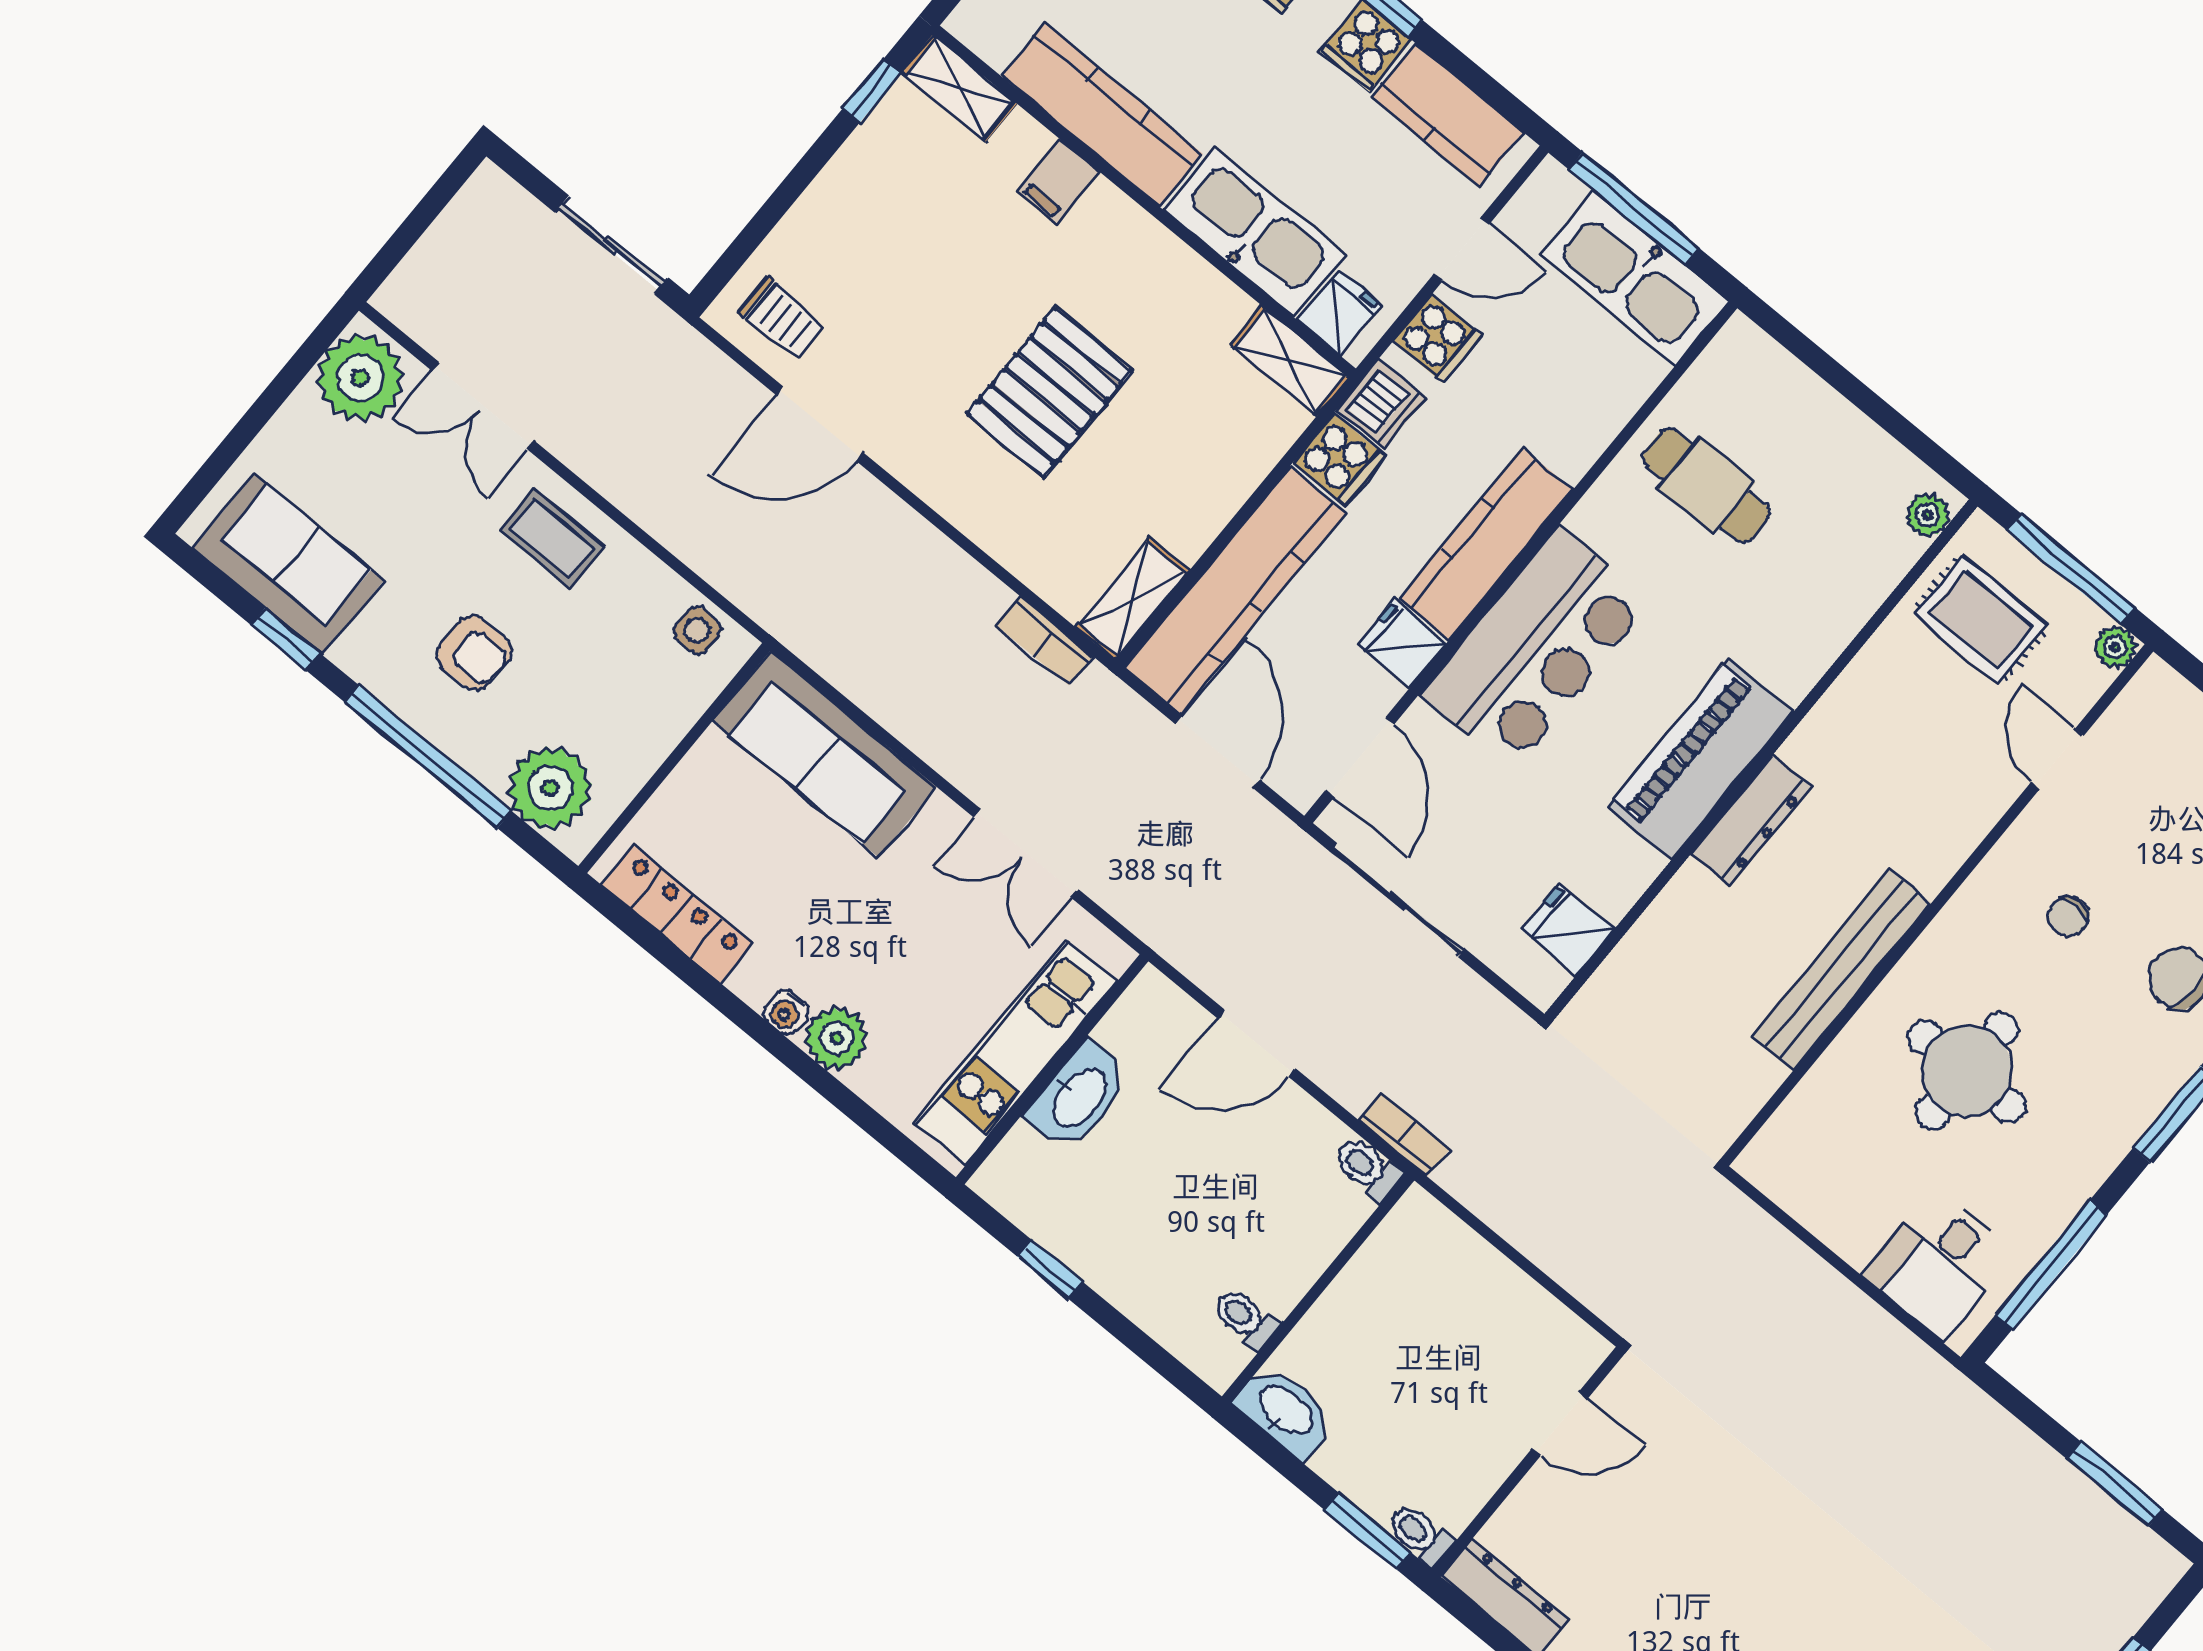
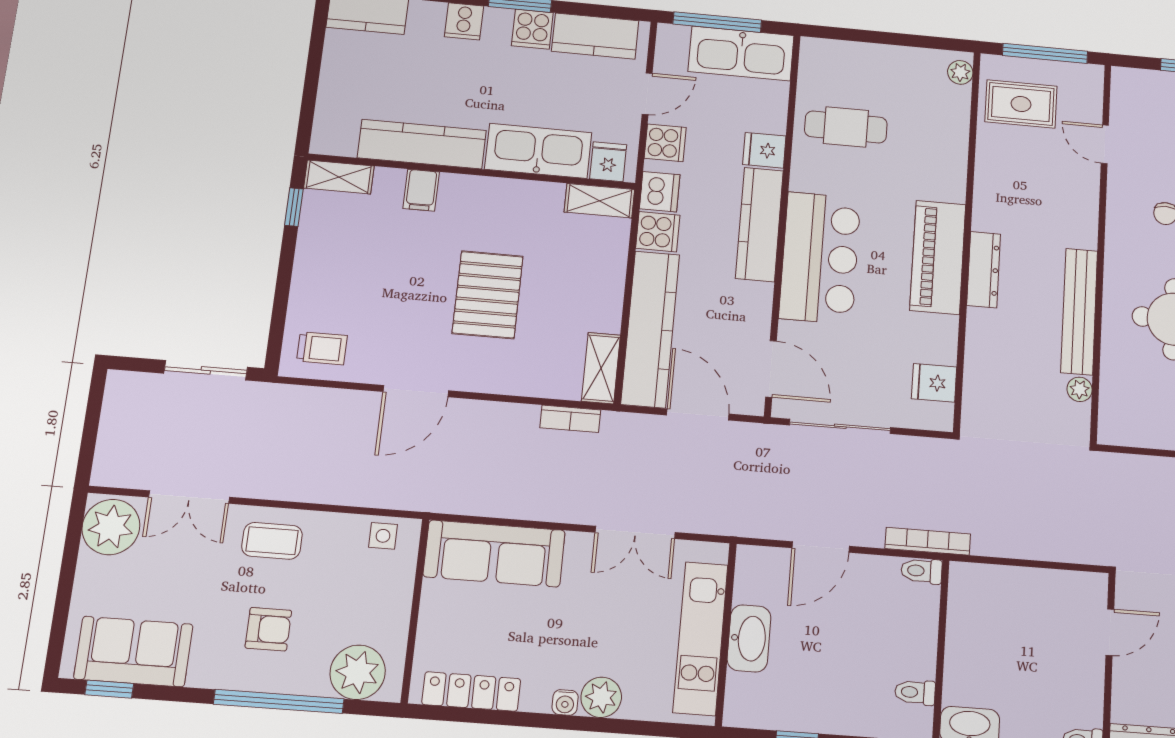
door: (820, 424) -> (416, 391), moved
window: (286, 639) -> (109, 689), moved
fridge: (1402, 644) -> (764, 150), moved
plant: (2115, 647) -> (1080, 389), moved
bookcase: (1404, 1135) -> (928, 541), width x1.56

